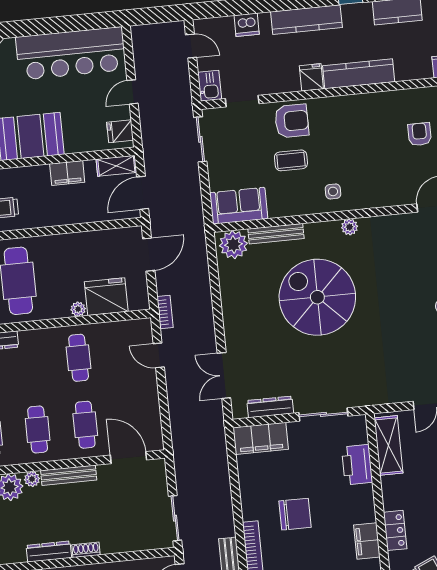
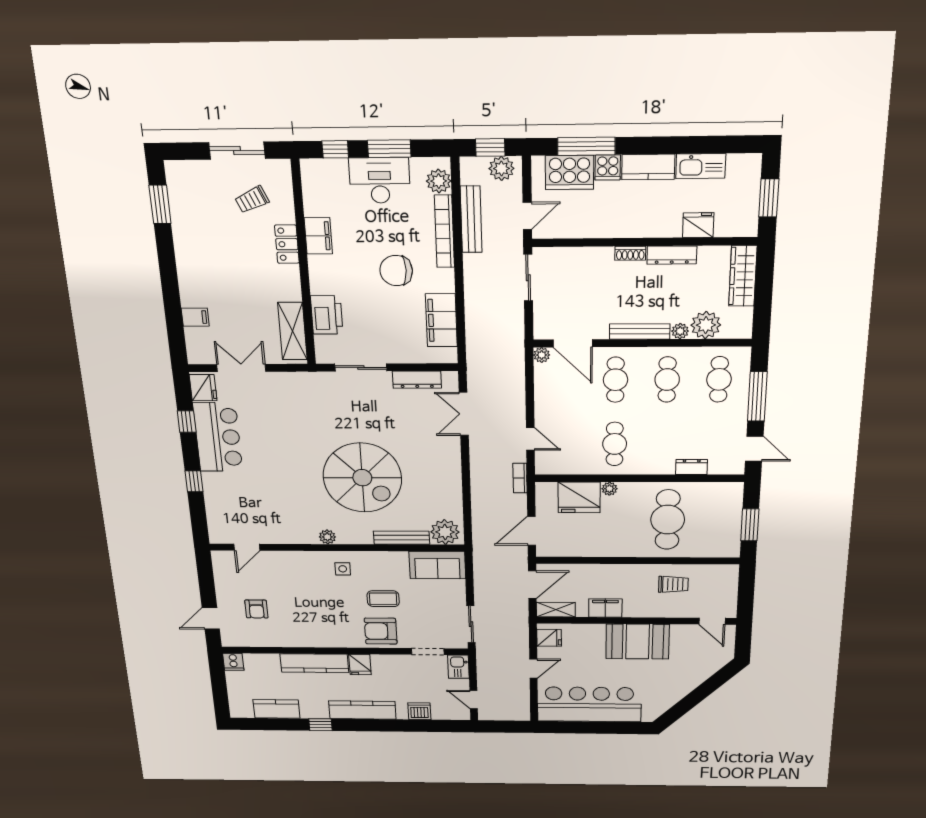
double door: (224, 375) -> (464, 414), swing flipped
filing cabinet: (261, 438) -> (441, 320), moved, turned -90
plant: (156, 443) -> (542, 355), added

